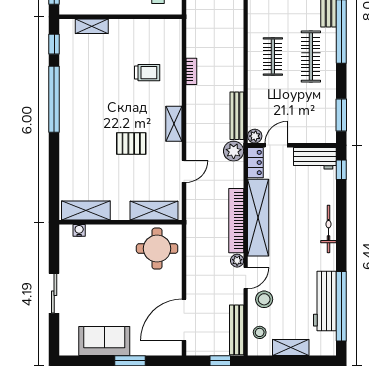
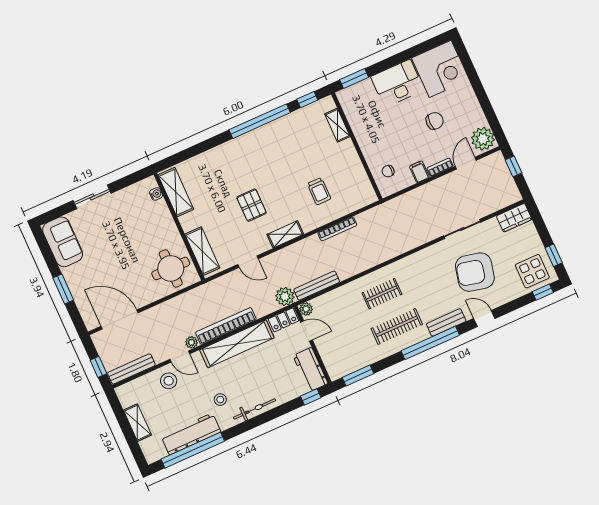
bookcase: (191, 71) -> (337, 229), width x1.56
stool: (260, 332) -> (220, 400), moved
sofa: (104, 341) -> (63, 242), moved

